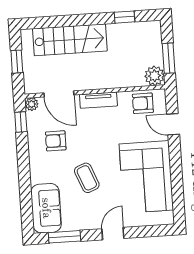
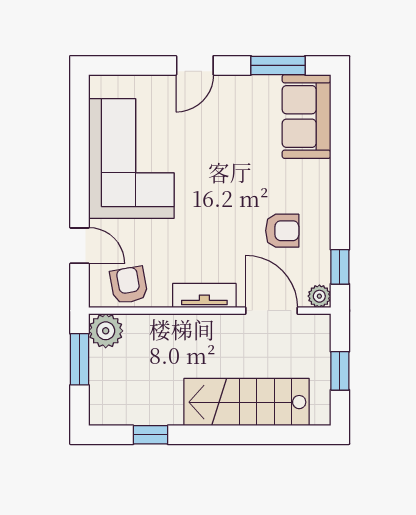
armchair: (143, 103) -> (129, 285), turned -100
coffee table: (87, 178) -> (233, 164), removed

